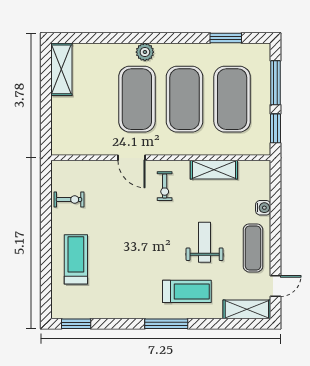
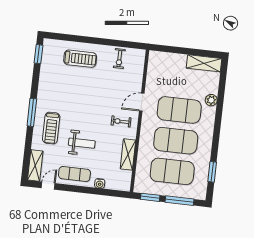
plant: (145, 52) -> (211, 100), moved
door: (275, 286) -> (48, 186), swing flipped

